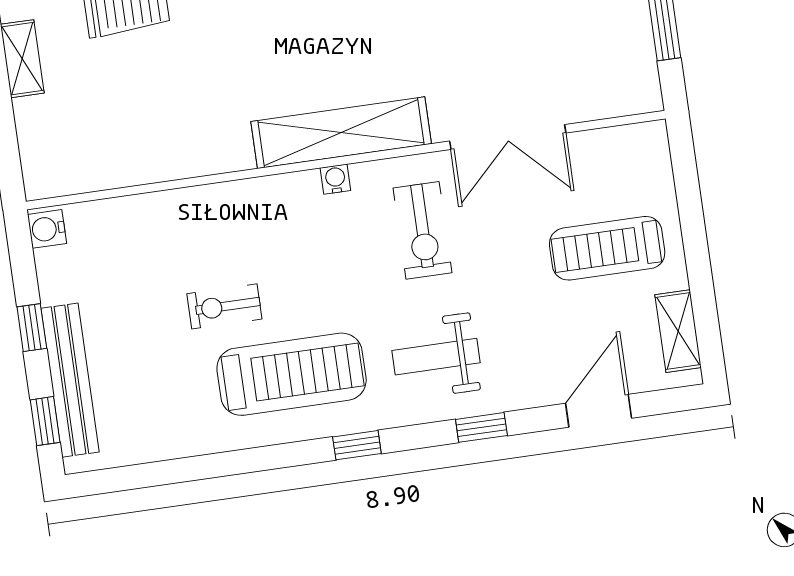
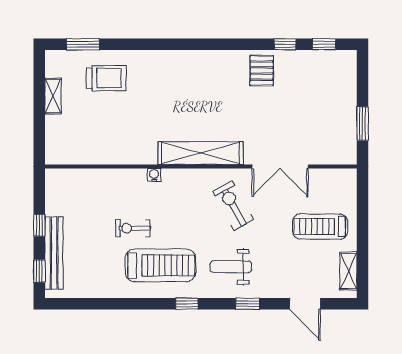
water cooler: (335, 179) -> (154, 175), moved
water cooler: (47, 229) -> (53, 179), removed
exercise bike: (423, 230) -> (233, 205), turned 151
door: (599, 411) -> (305, 304), swing flipped

